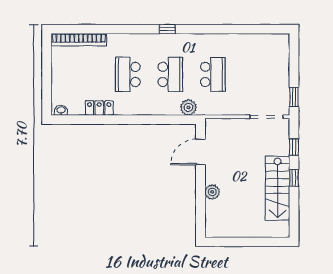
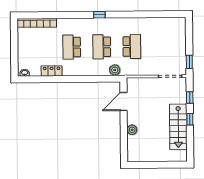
school desk: (170, 74) -> (102, 47), turned 180

